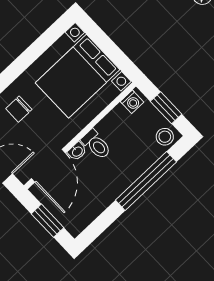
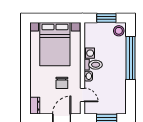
washing machine: (132, 102) -> (89, 53), moved
chair: (19, 109) -> (62, 83), moved
door: (48, 166) -> (82, 95), width x0.53

